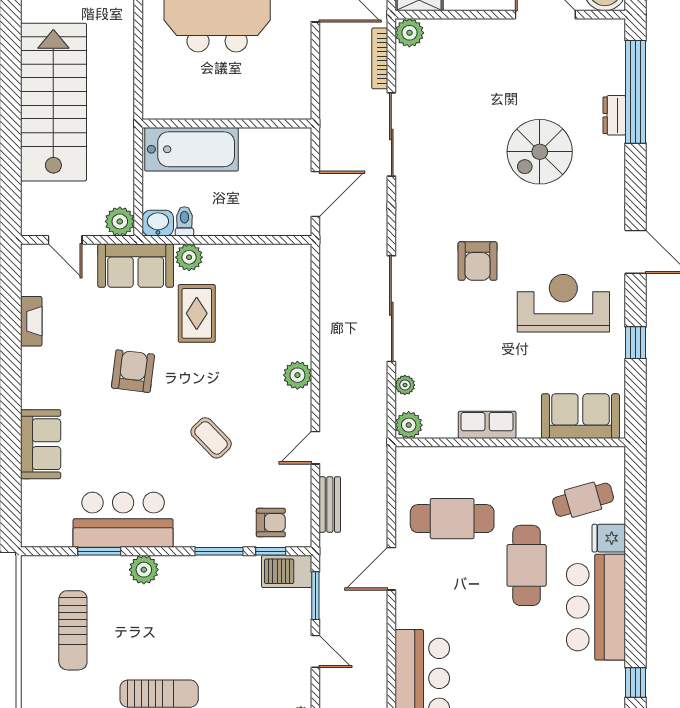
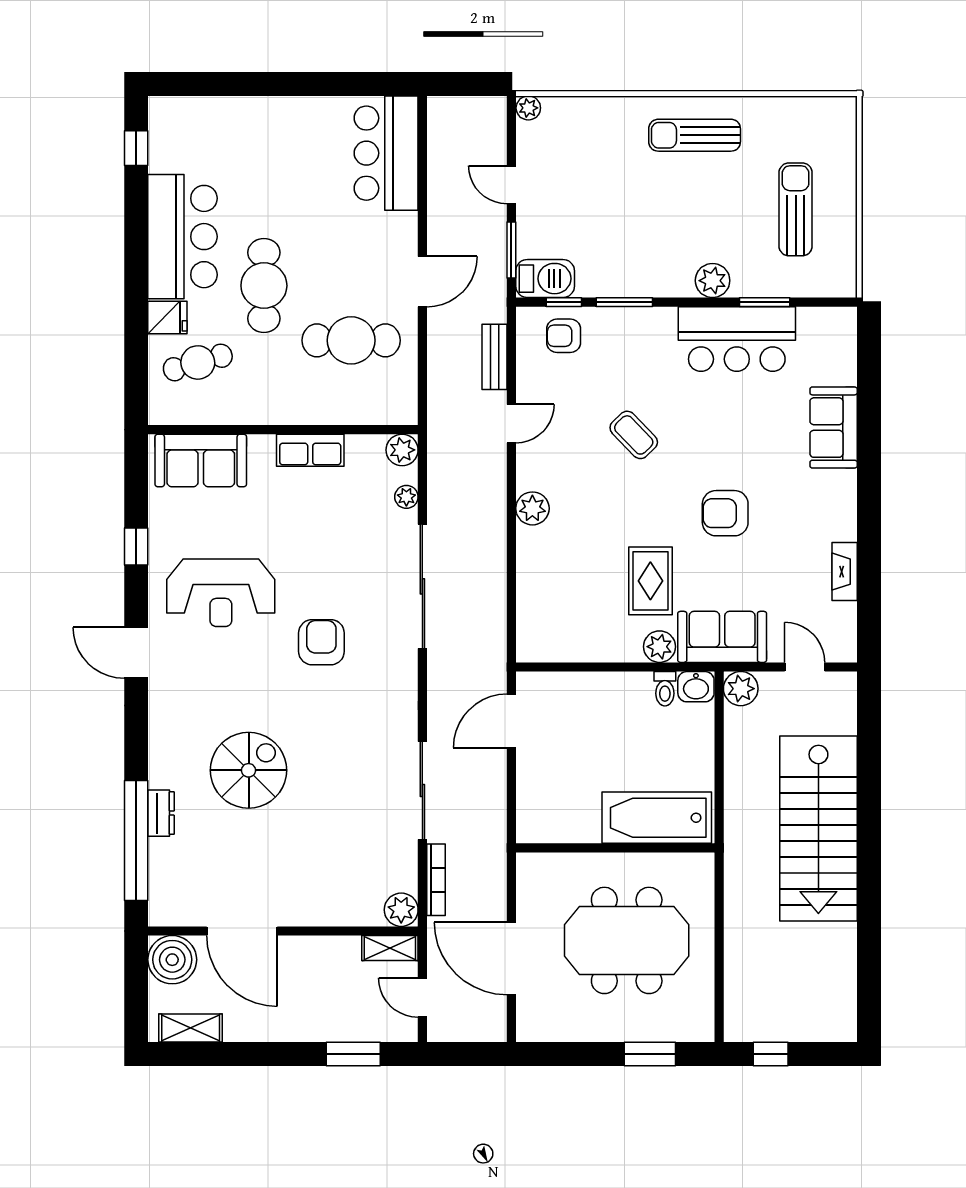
wall: (227, 123) -> (615, 848), moved
bathtub: (191, 149) -> (657, 818), moved
armchair: (133, 371) -> (725, 513), turned 83

